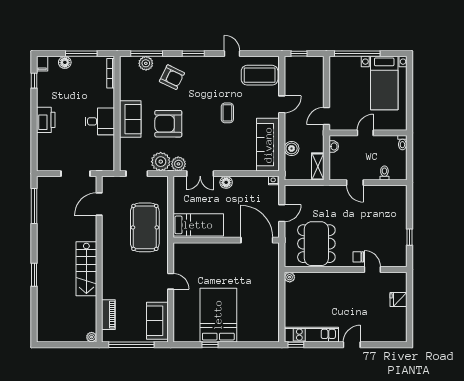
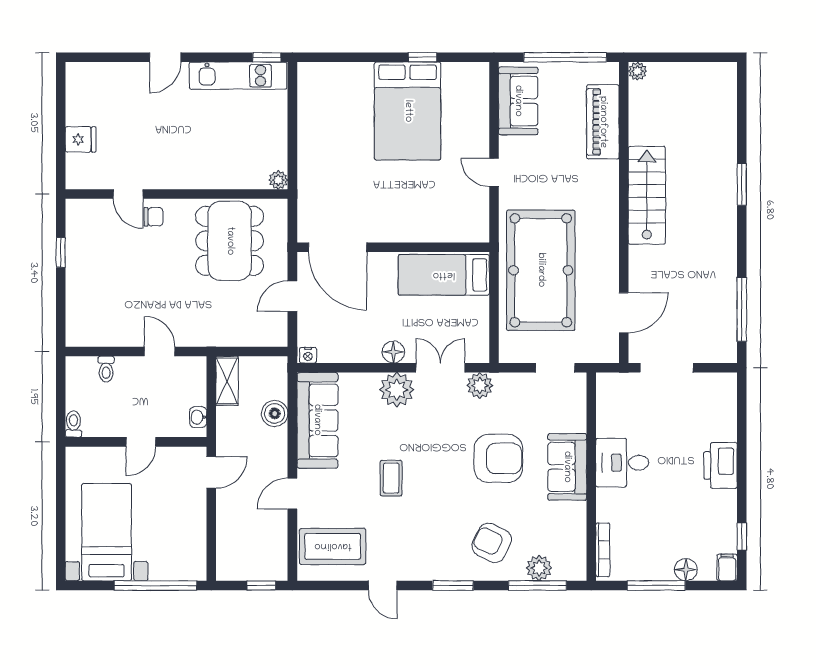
plant: (161, 162) -> (397, 390), moved
pool table: (145, 227) -> (541, 270), width x1.36, depth x1.32
piano: (108, 315) -> (603, 122), width x1.37, depth x1.33

